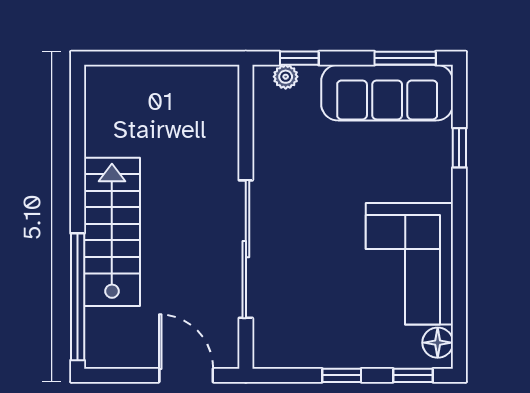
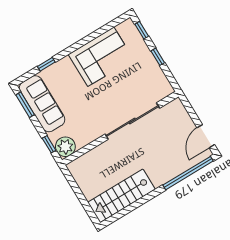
plant: (286, 77) -> (65, 147), width x1.87, depth x1.87
stairs: (112, 232) -> (121, 196), moved
floor lamp: (438, 343) -> (124, 28), removed
door: (186, 375) -> (206, 136), moved

